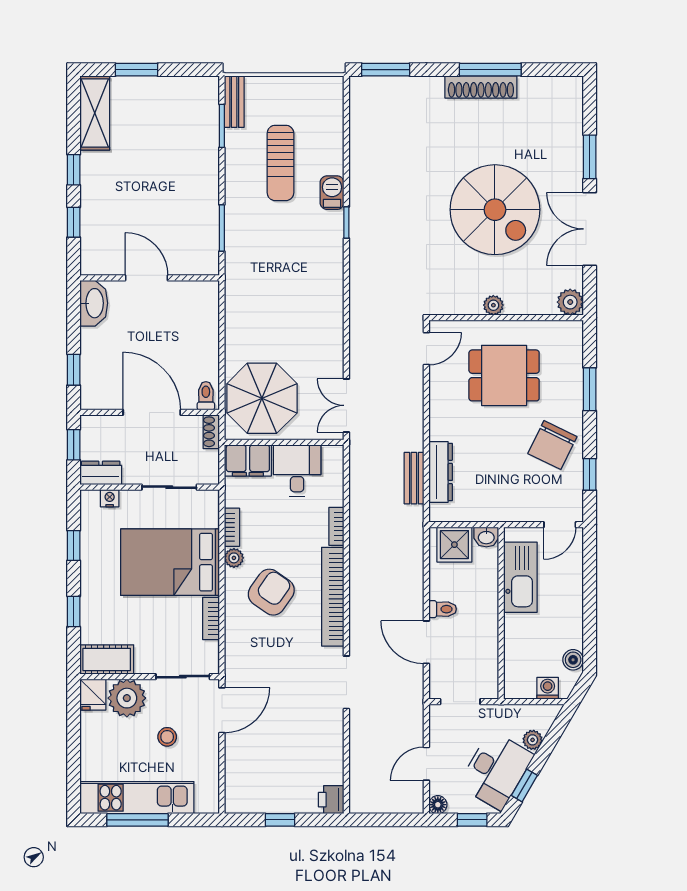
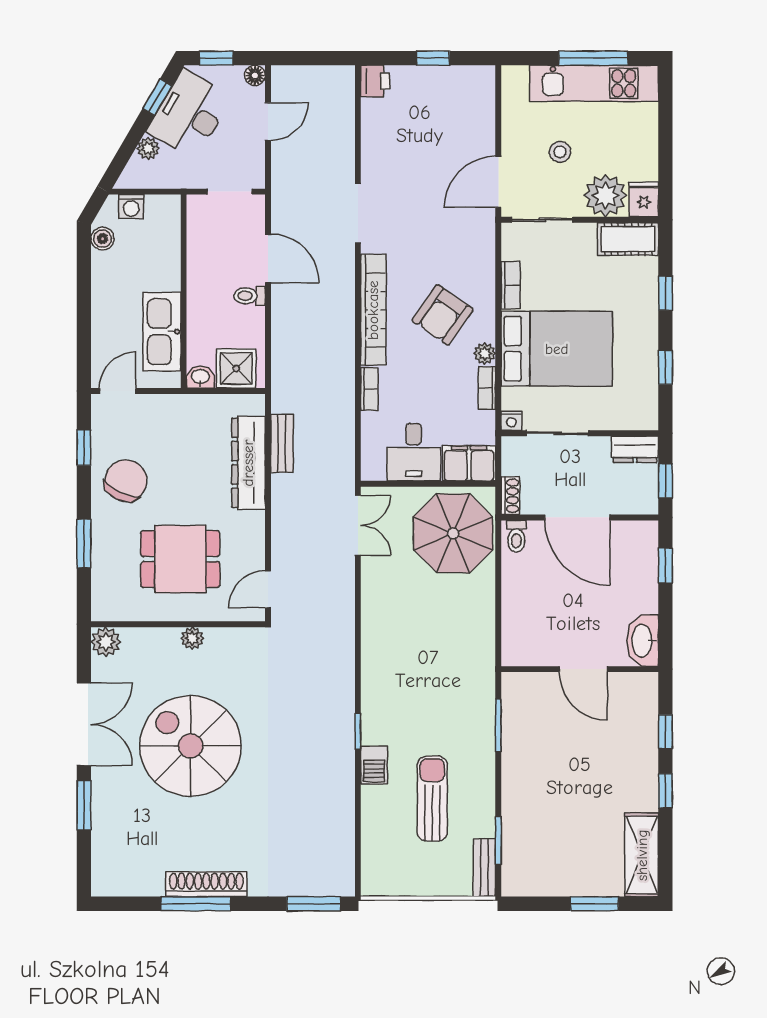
dresser: (441, 472) -> (248, 463), width x1.37, depth x1.24
nightstand: (110, 498) -> (511, 421), moved

